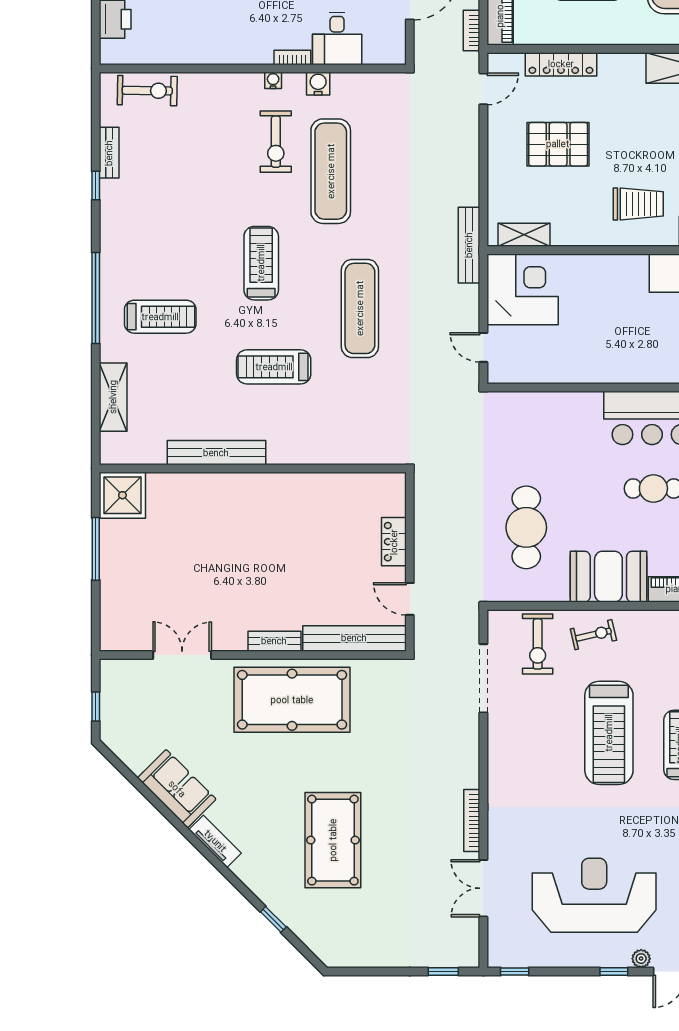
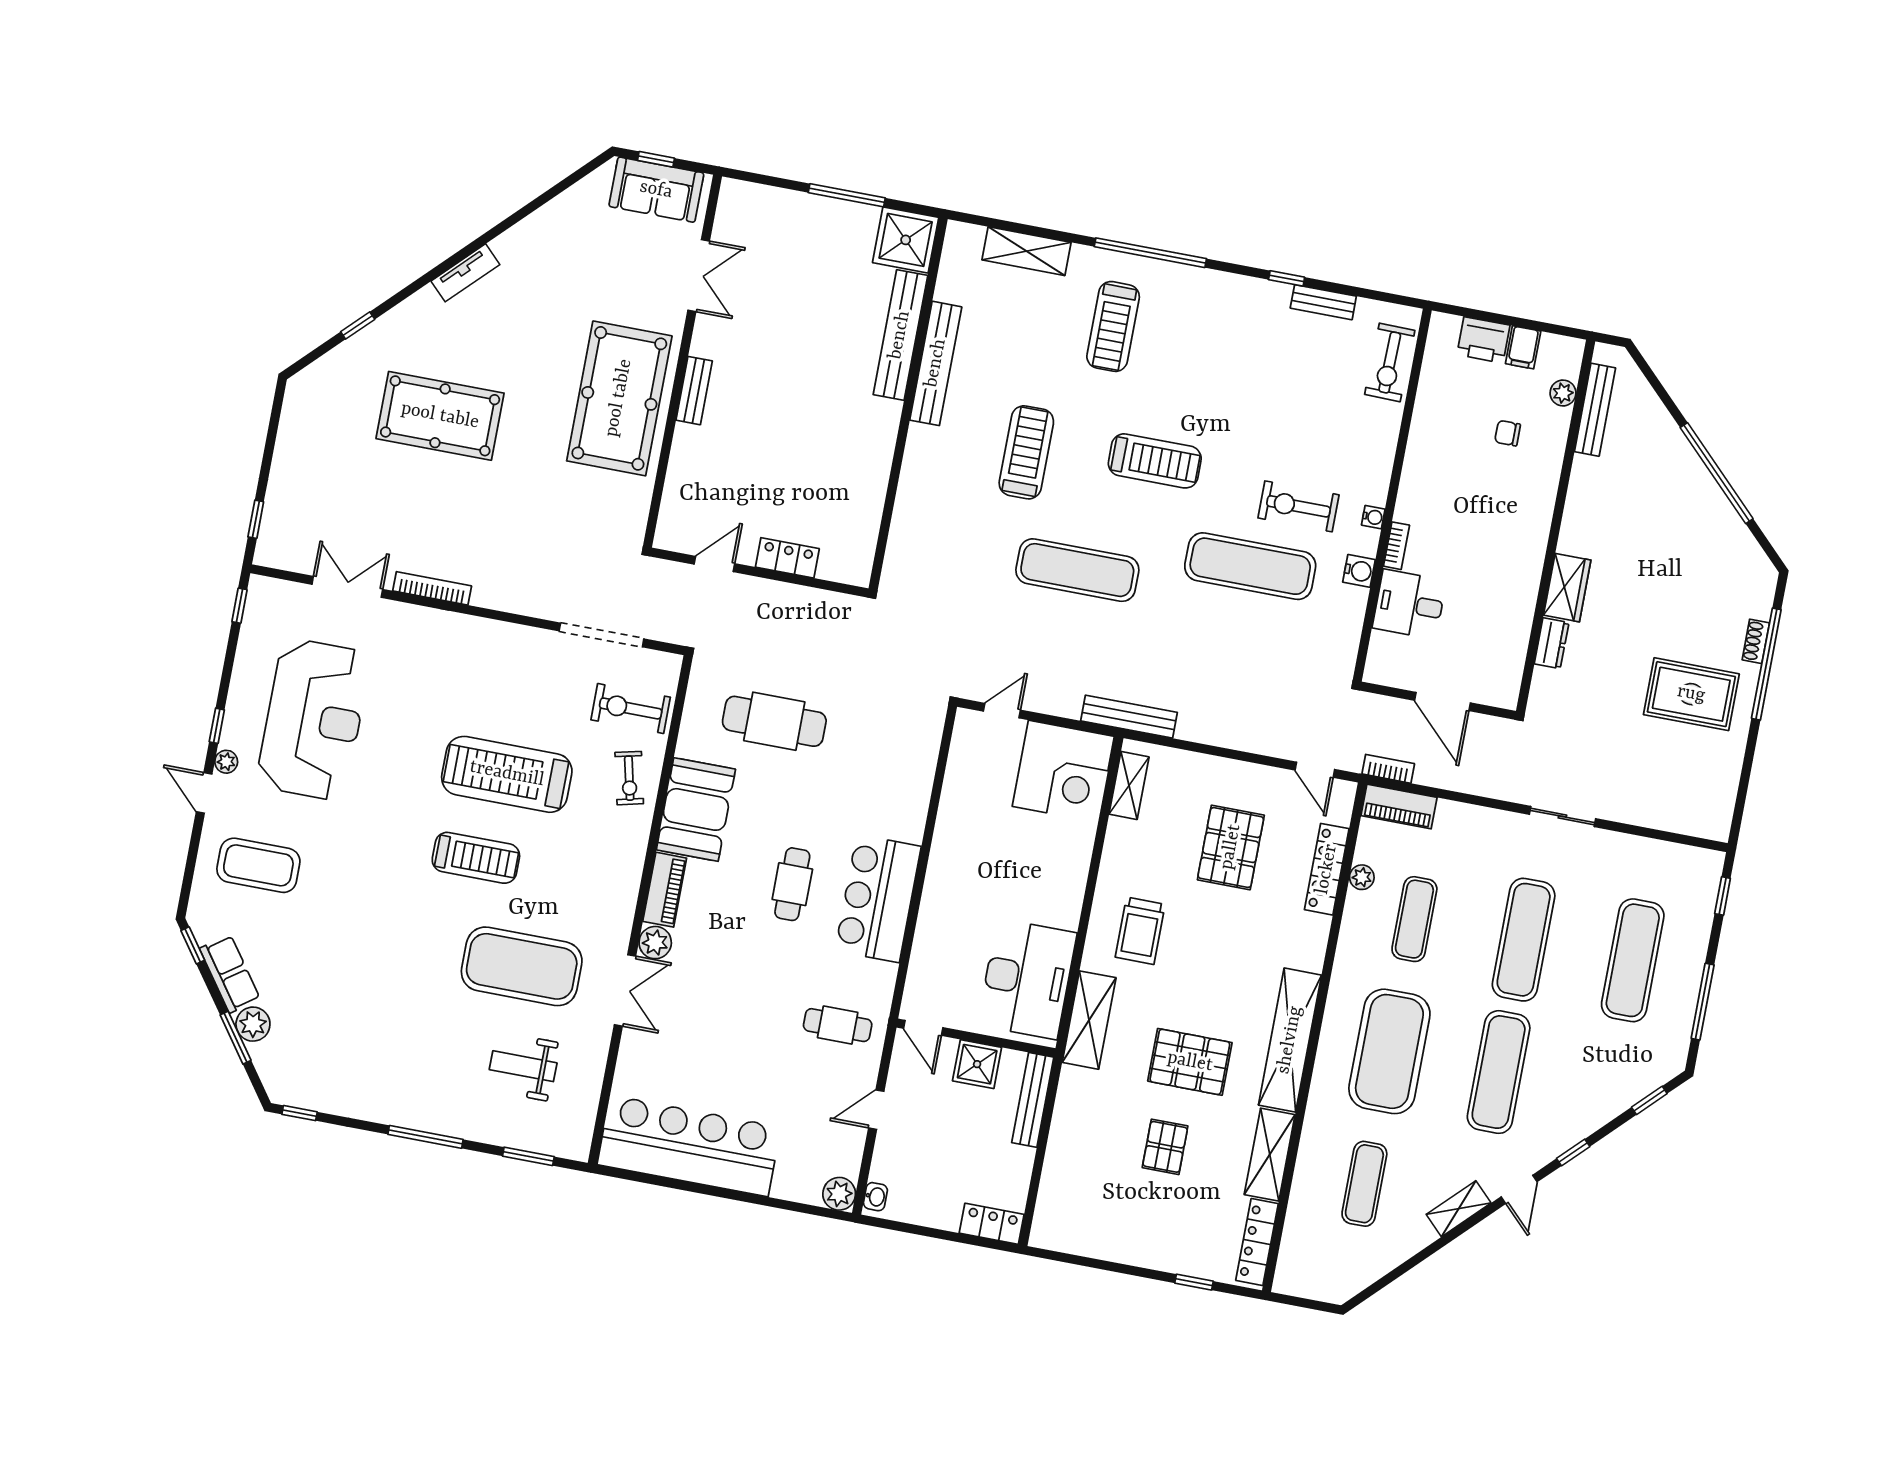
plant: (562, 35) -> (1362, 877), added
bench: (354, 638) -> (900, 335), moved
sofa: (177, 789) -> (656, 190), moved, turned 45

